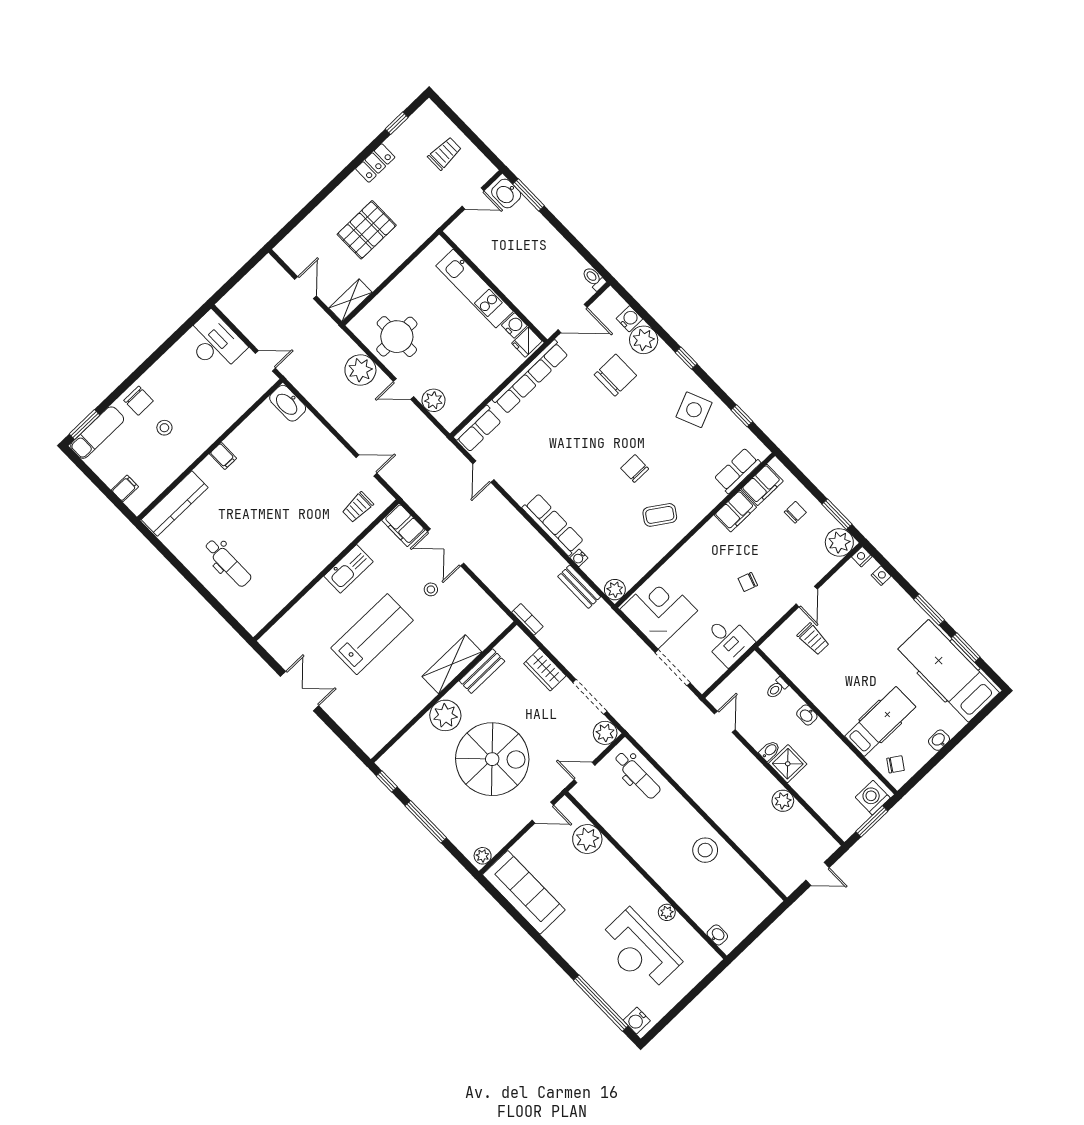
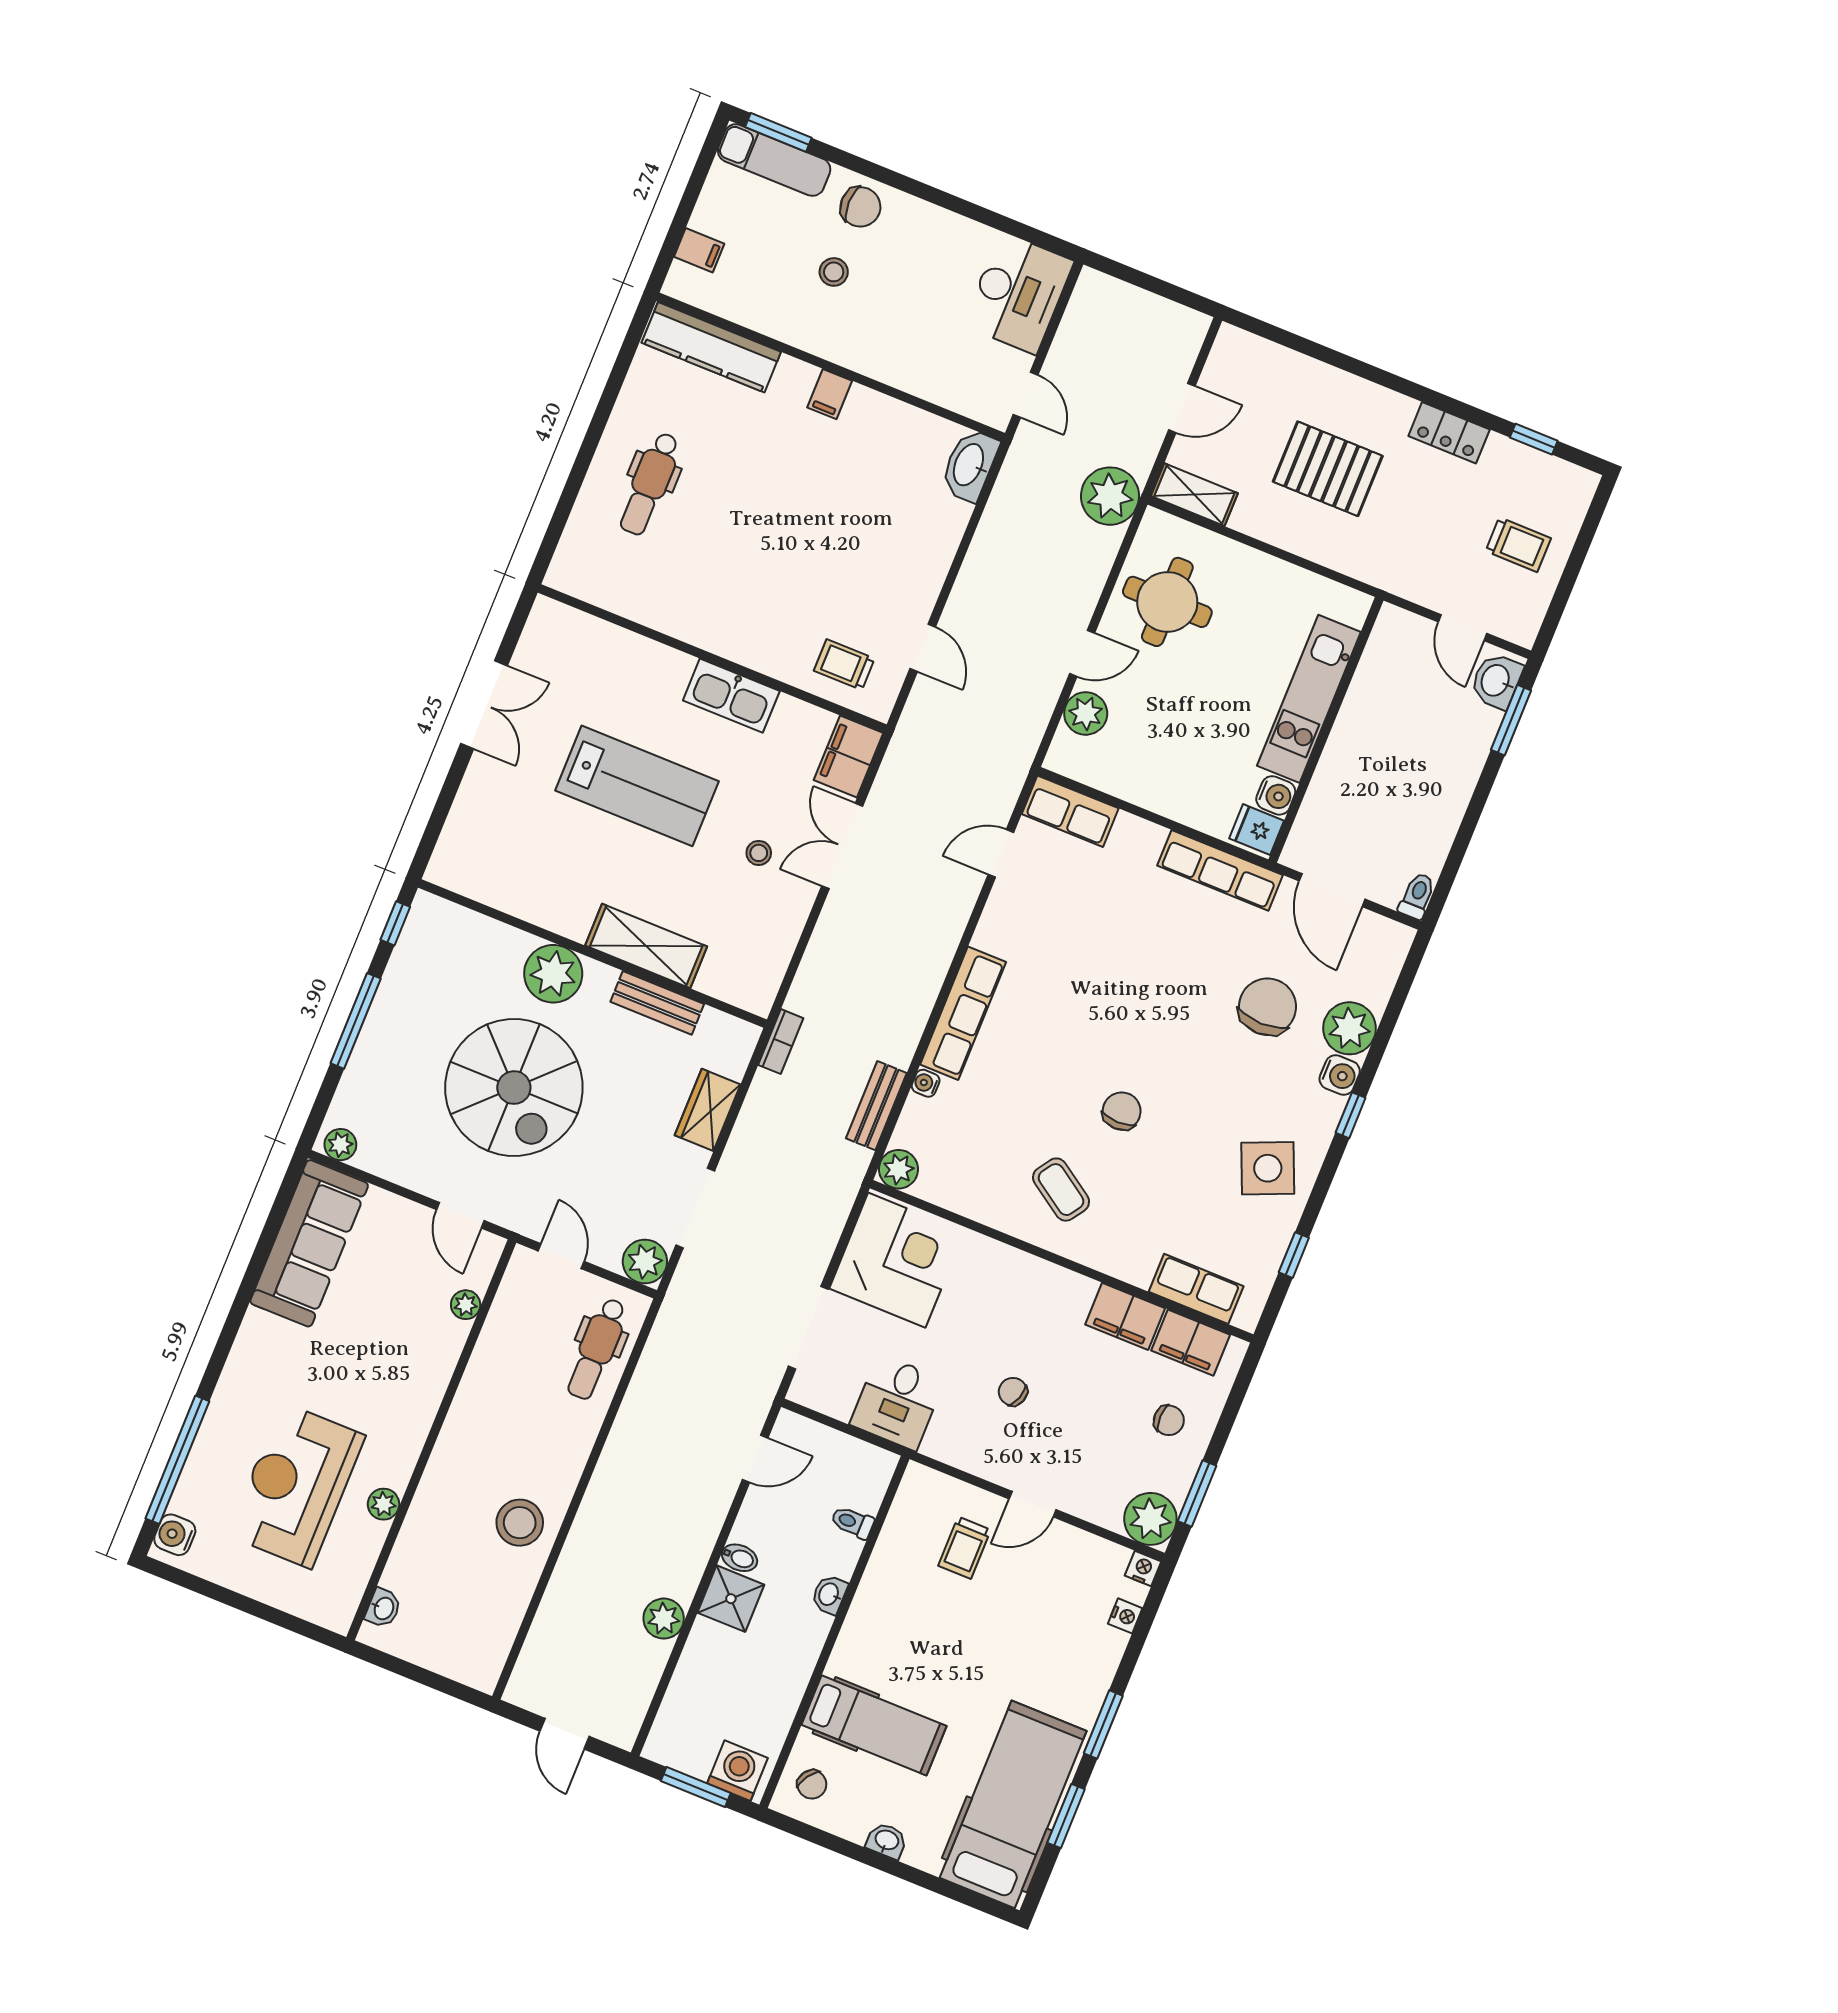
water cooler: (629, 319) -> (1340, 1075), moved
plant: (360, 370) -> (1110, 496), moved
chair: (615, 375) -> (1267, 1007), turned -90
row of seats: (530, 377) -> (1220, 870), width x0.73
door: (403, 389) -> (1082, 653), swing flipped
chair: (139, 401) -> (860, 207), turned -90
plant: (587, 839) -> (466, 1305), width x0.53, depth x0.53

